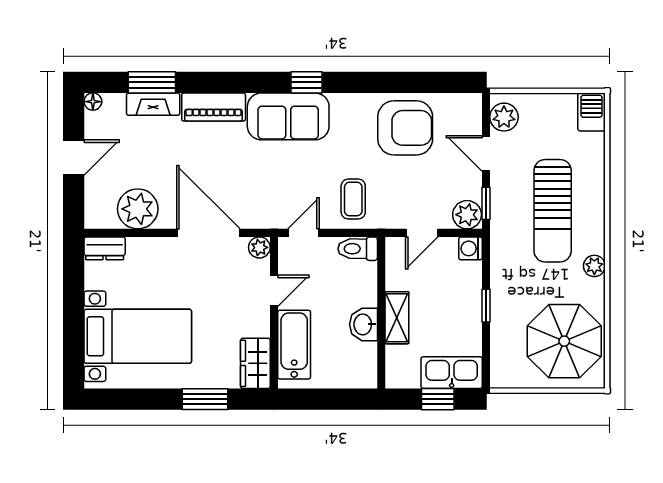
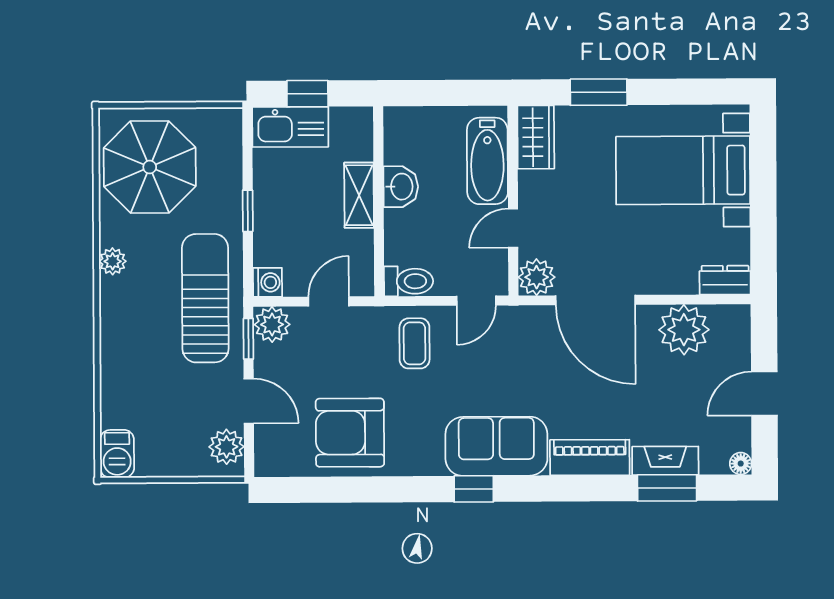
sun lounger: (553, 211) -> (205, 298), moved
plant: (259, 247) -> (537, 277), width x1.38, depth x1.38

